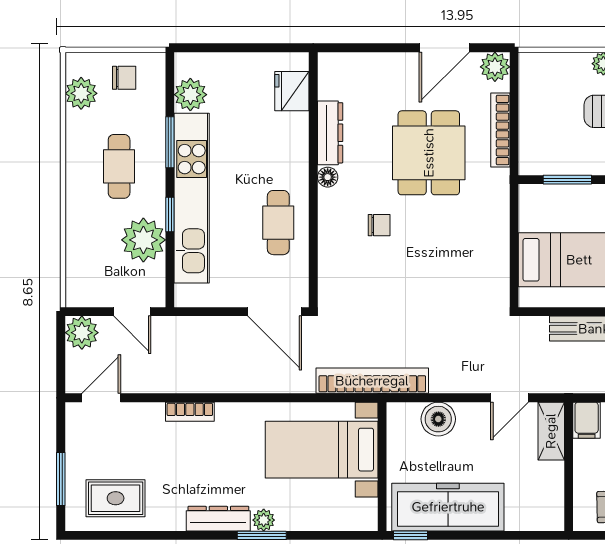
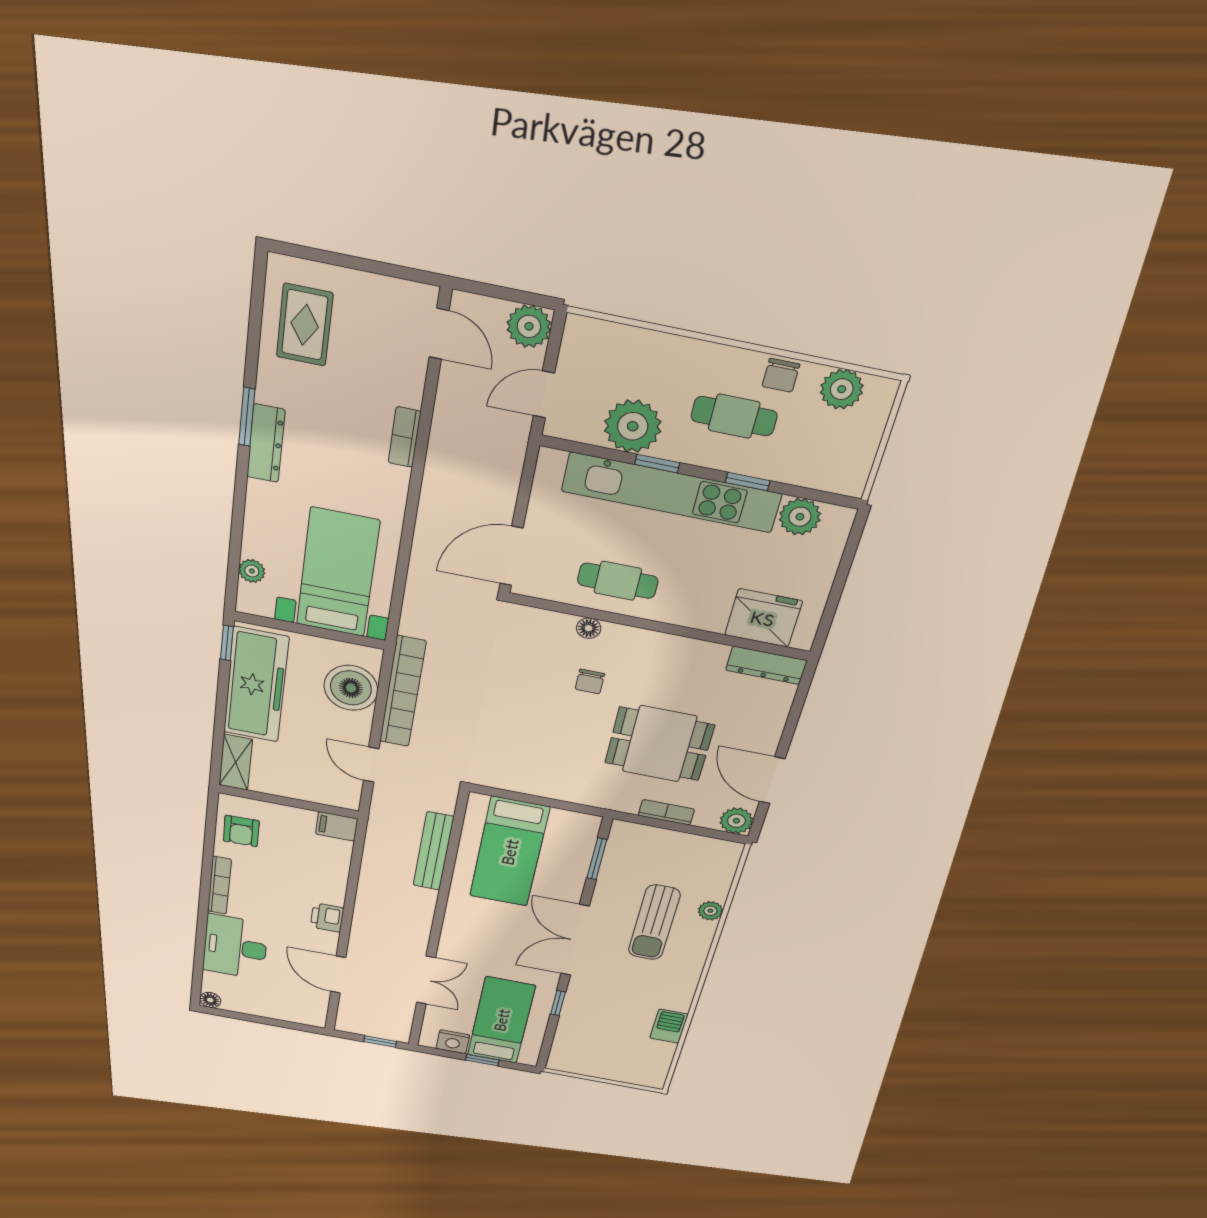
chair: (124, 78) -> (781, 375), moved
fridge: (292, 91) -> (763, 618), width x1.36, depth x1.34
bookcase: (500, 130) -> (666, 812), width x0.64
dresser: (330, 133) -> (766, 665), moved
window: (170, 142) -> (748, 482), width x0.67
floor lamp: (328, 177) -> (589, 628), moved
bookcase: (372, 381) -> (403, 692), moved
boiler: (438, 419) -> (351, 688), width x1.37, depth x1.37
shelving: (551, 431) -> (236, 762), moved, turned 90
window: (61, 479) -> (338, 259), removed
plant: (264, 520) -> (252, 571), moved
window: (262, 535) -> (247, 417), moved

